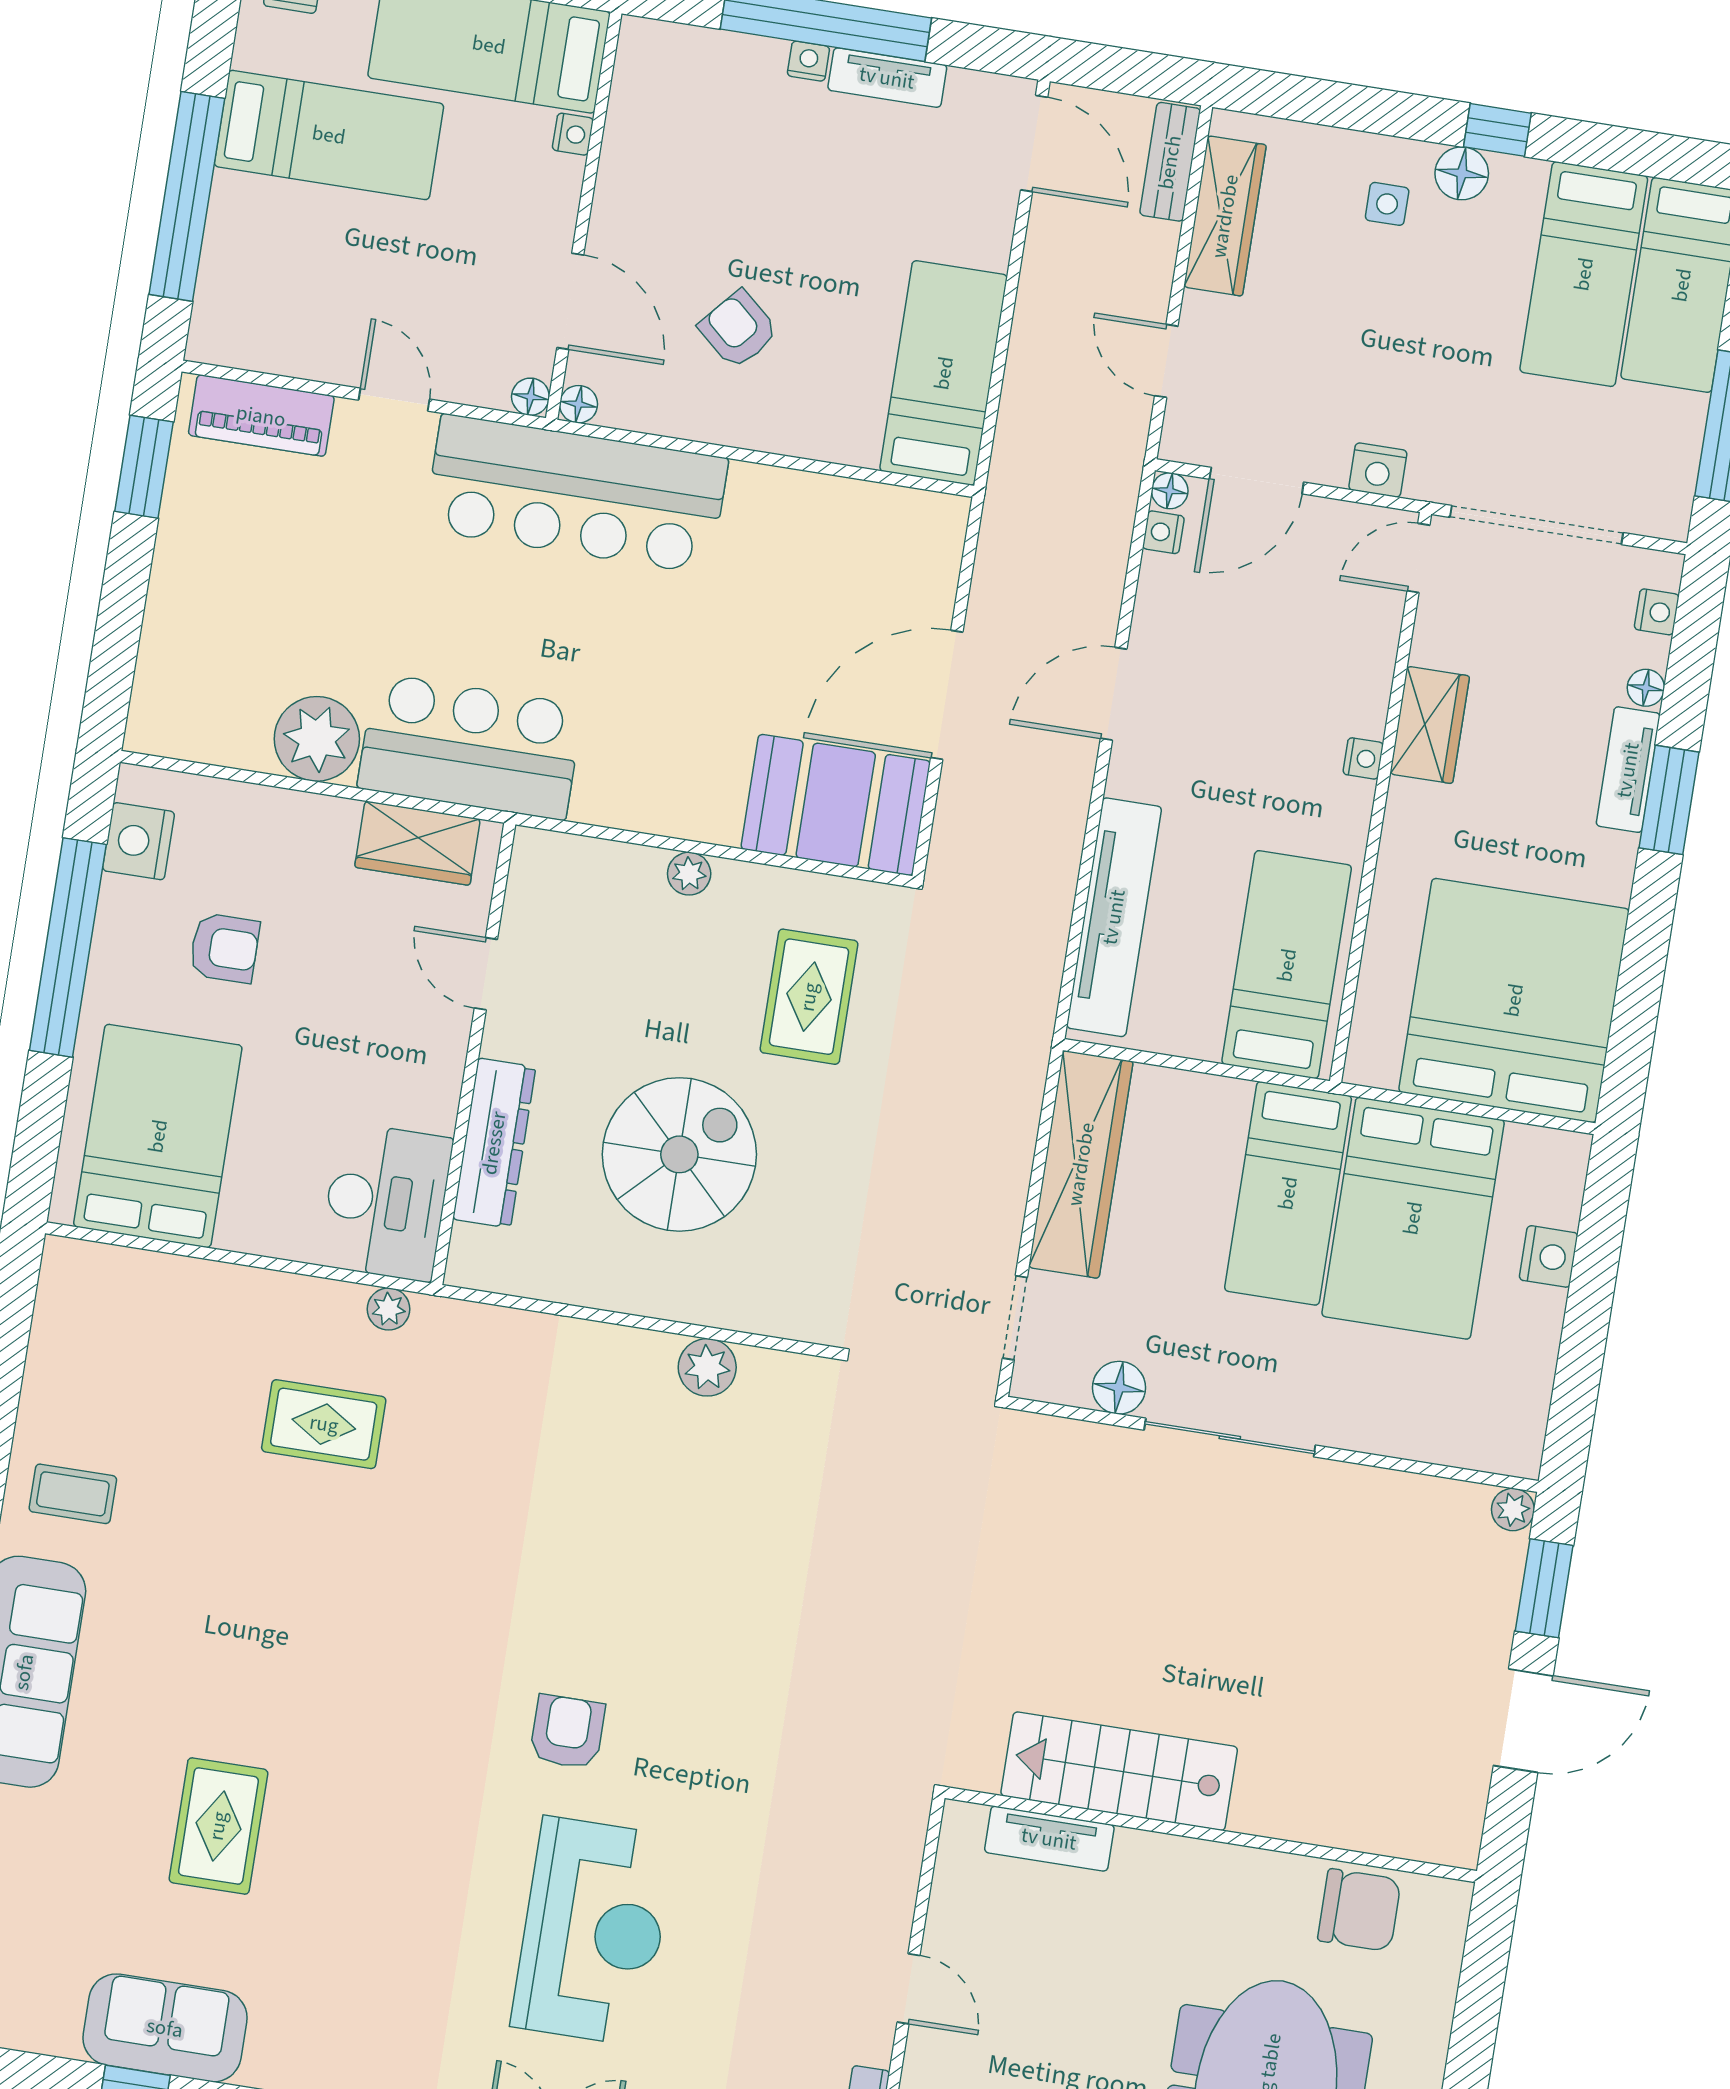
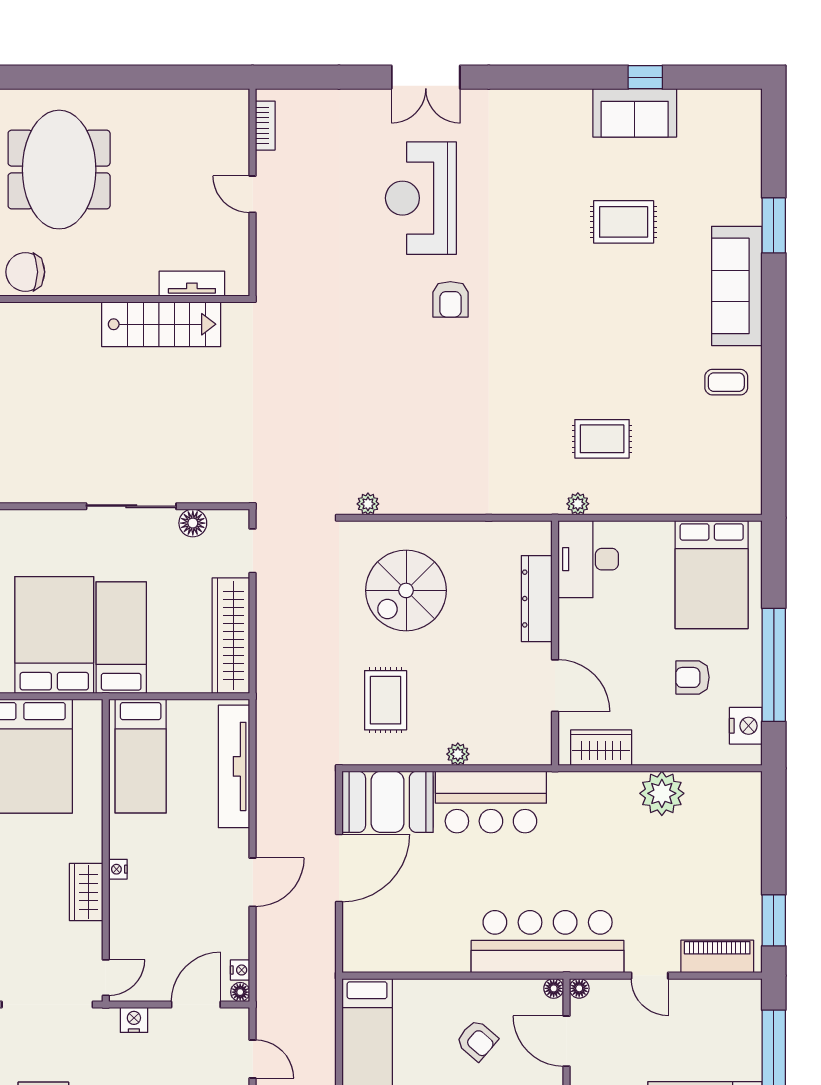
bar counter: (470, 747) -> (491, 802), moved
door: (486, 974) -> (555, 686), width x1.38
spiral stairs: (679, 1154) -> (406, 590), moved
plant: (707, 1367) -> (368, 504), moved, width x0.73, depth x0.73
rug: (218, 1826) -> (624, 222), turned 90

